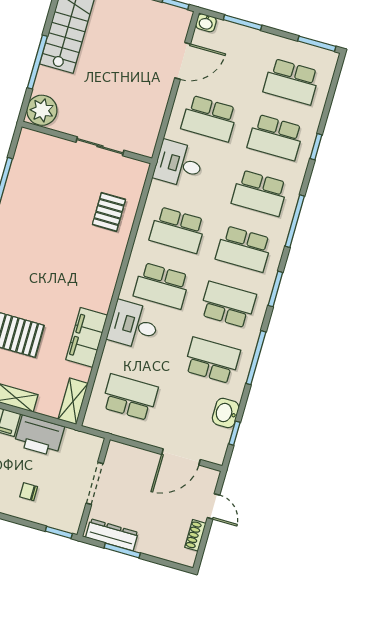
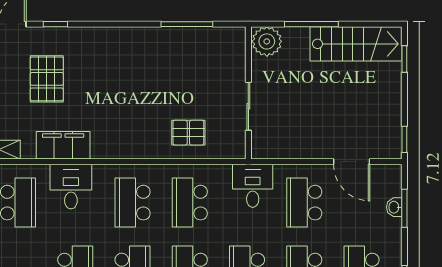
washbasin: (206, 23) -> (394, 207), moved
desk: (134, 325) -> (71, 187), moved

